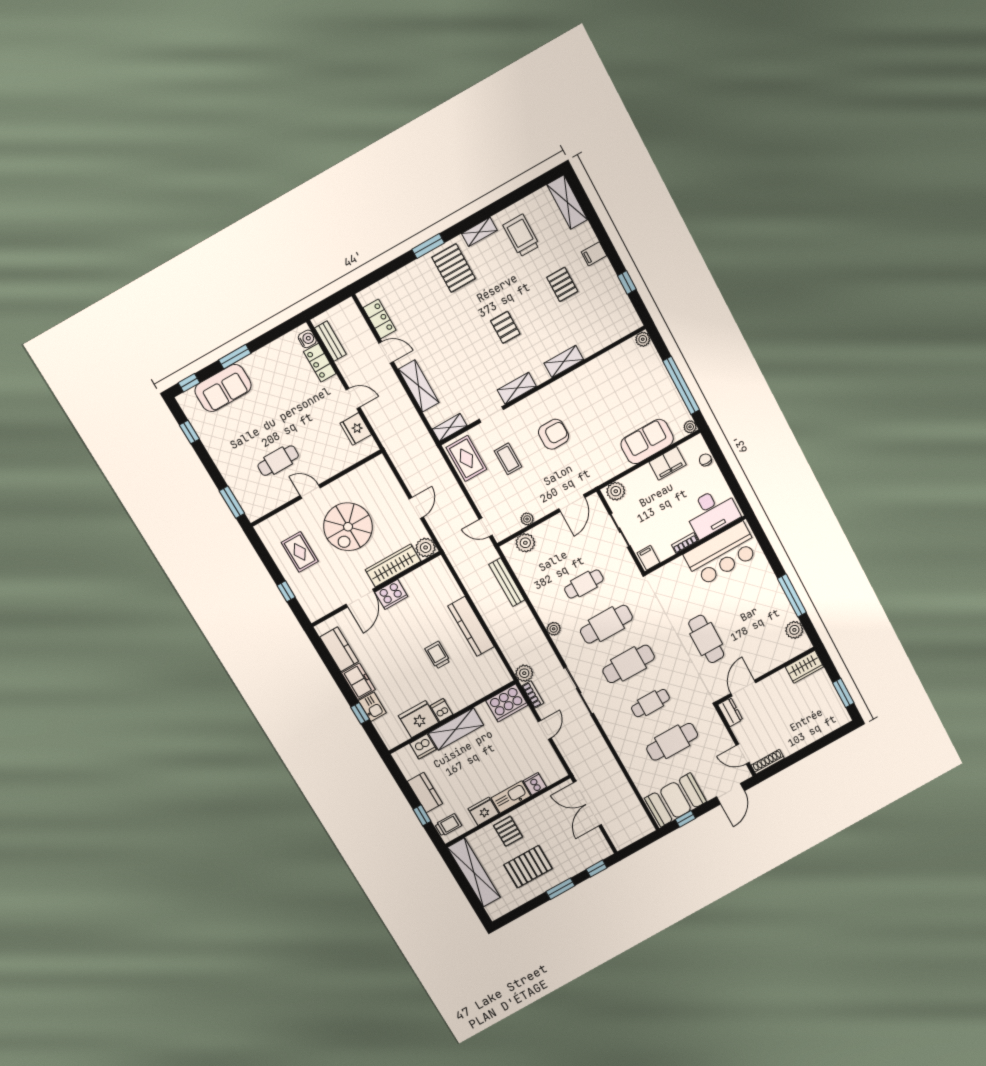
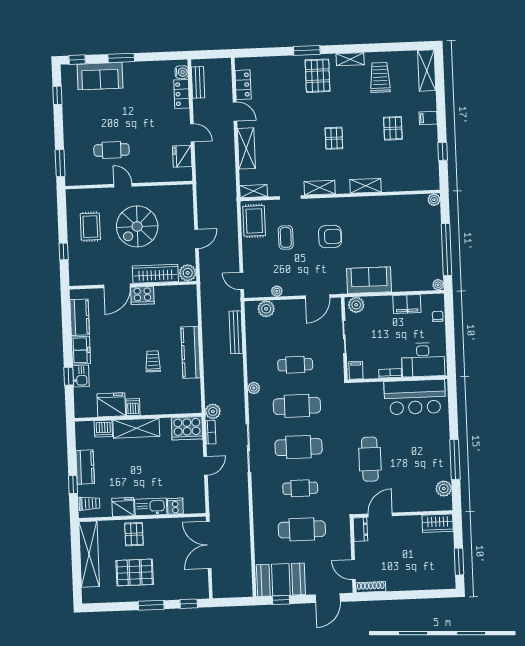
sofa: (647, 442) -> (369, 280), moved

